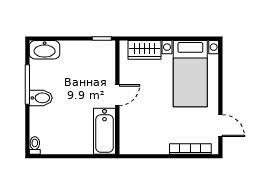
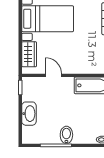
washbasin: (45, 50) -> (29, 114), moved
door: (117, 95) -> (54, 75), moved

